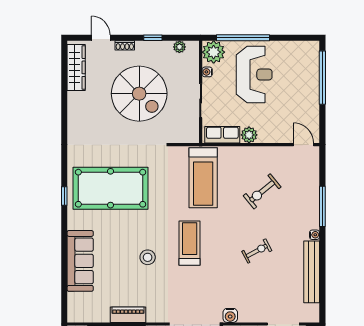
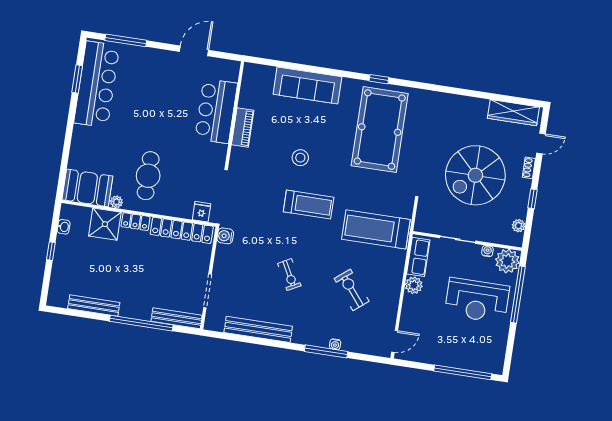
water cooler: (314, 235) -> (335, 344), moved

